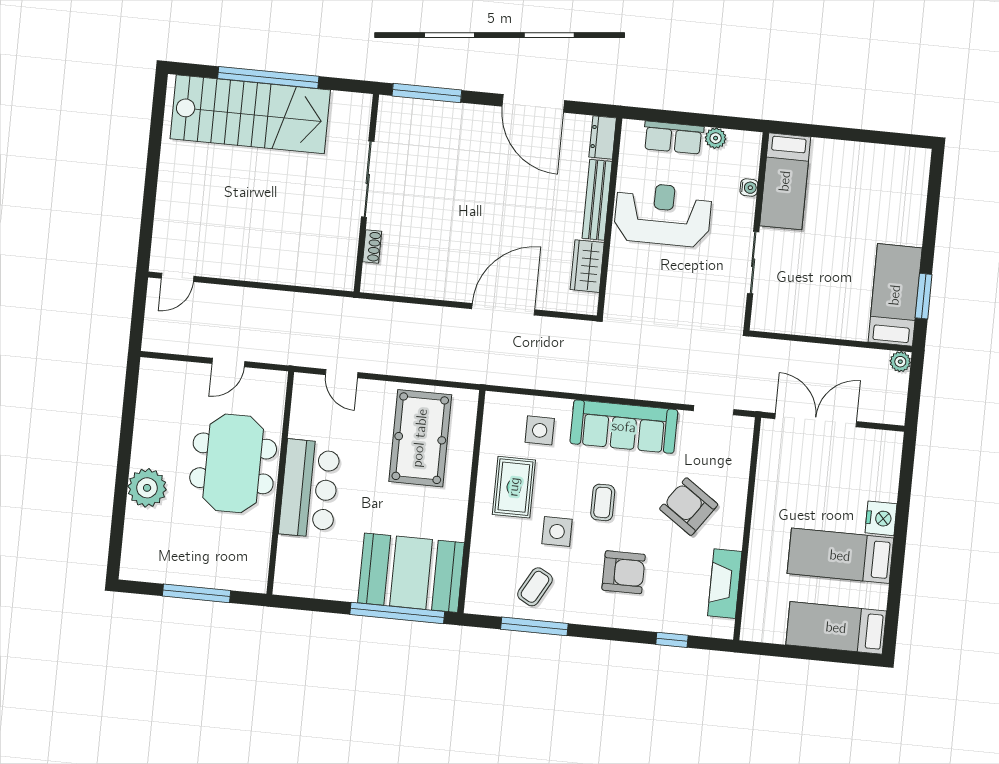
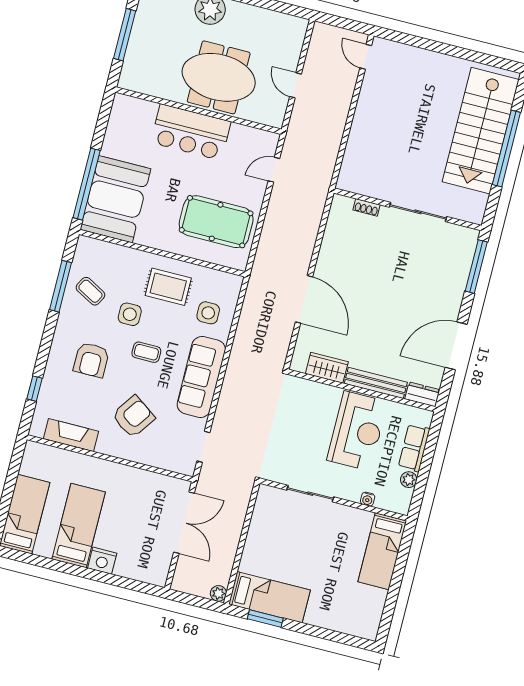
bed: (785, 181) -> (382, 551), moved, turned -90

